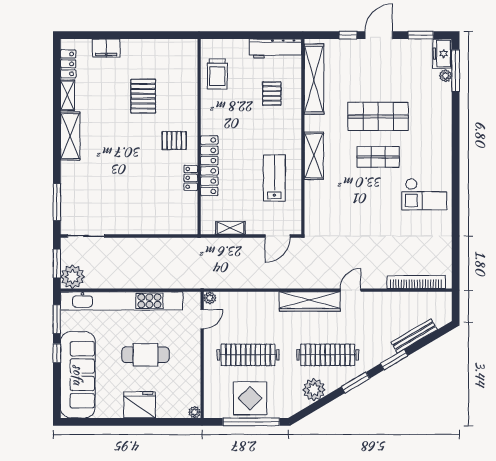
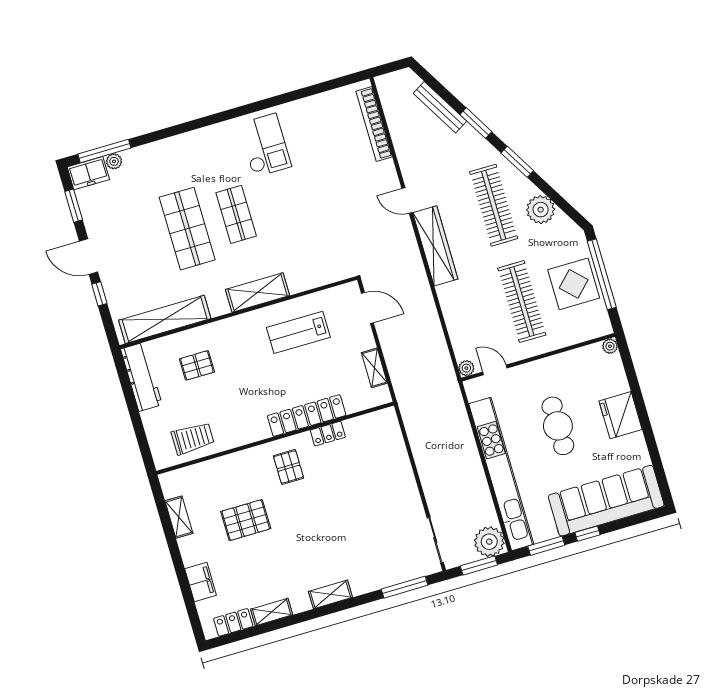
shelving: (160, 46) -> (179, 517), added
shelving: (70, 136) -> (330, 594), width x0.67, depth x0.75

